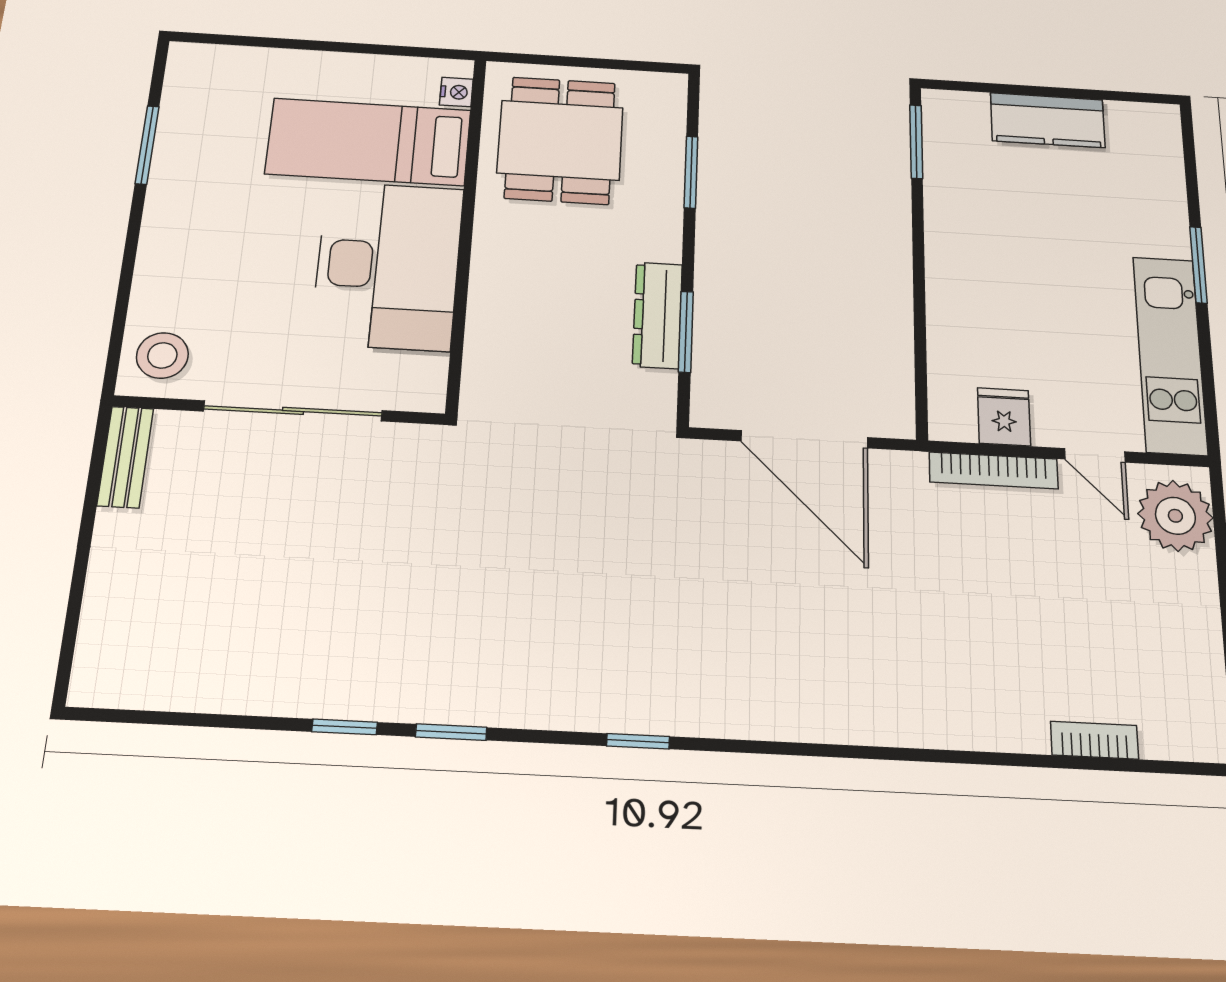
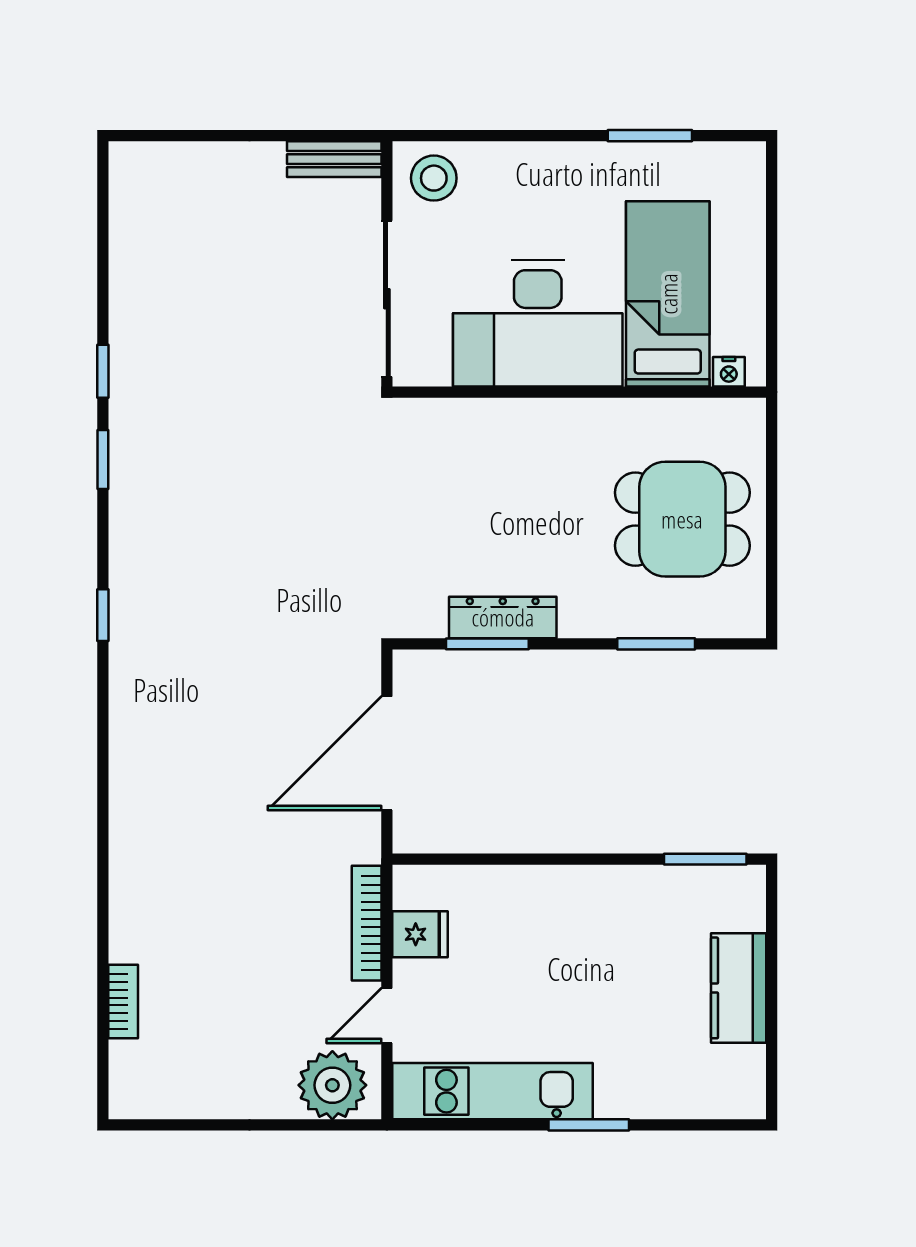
nightstand: (456, 92) -> (729, 372), moved
bed: (369, 142) -> (668, 294), moved
wall: (466, 230) -> (579, 392), moved
desk: (388, 265) -> (538, 323), moved

